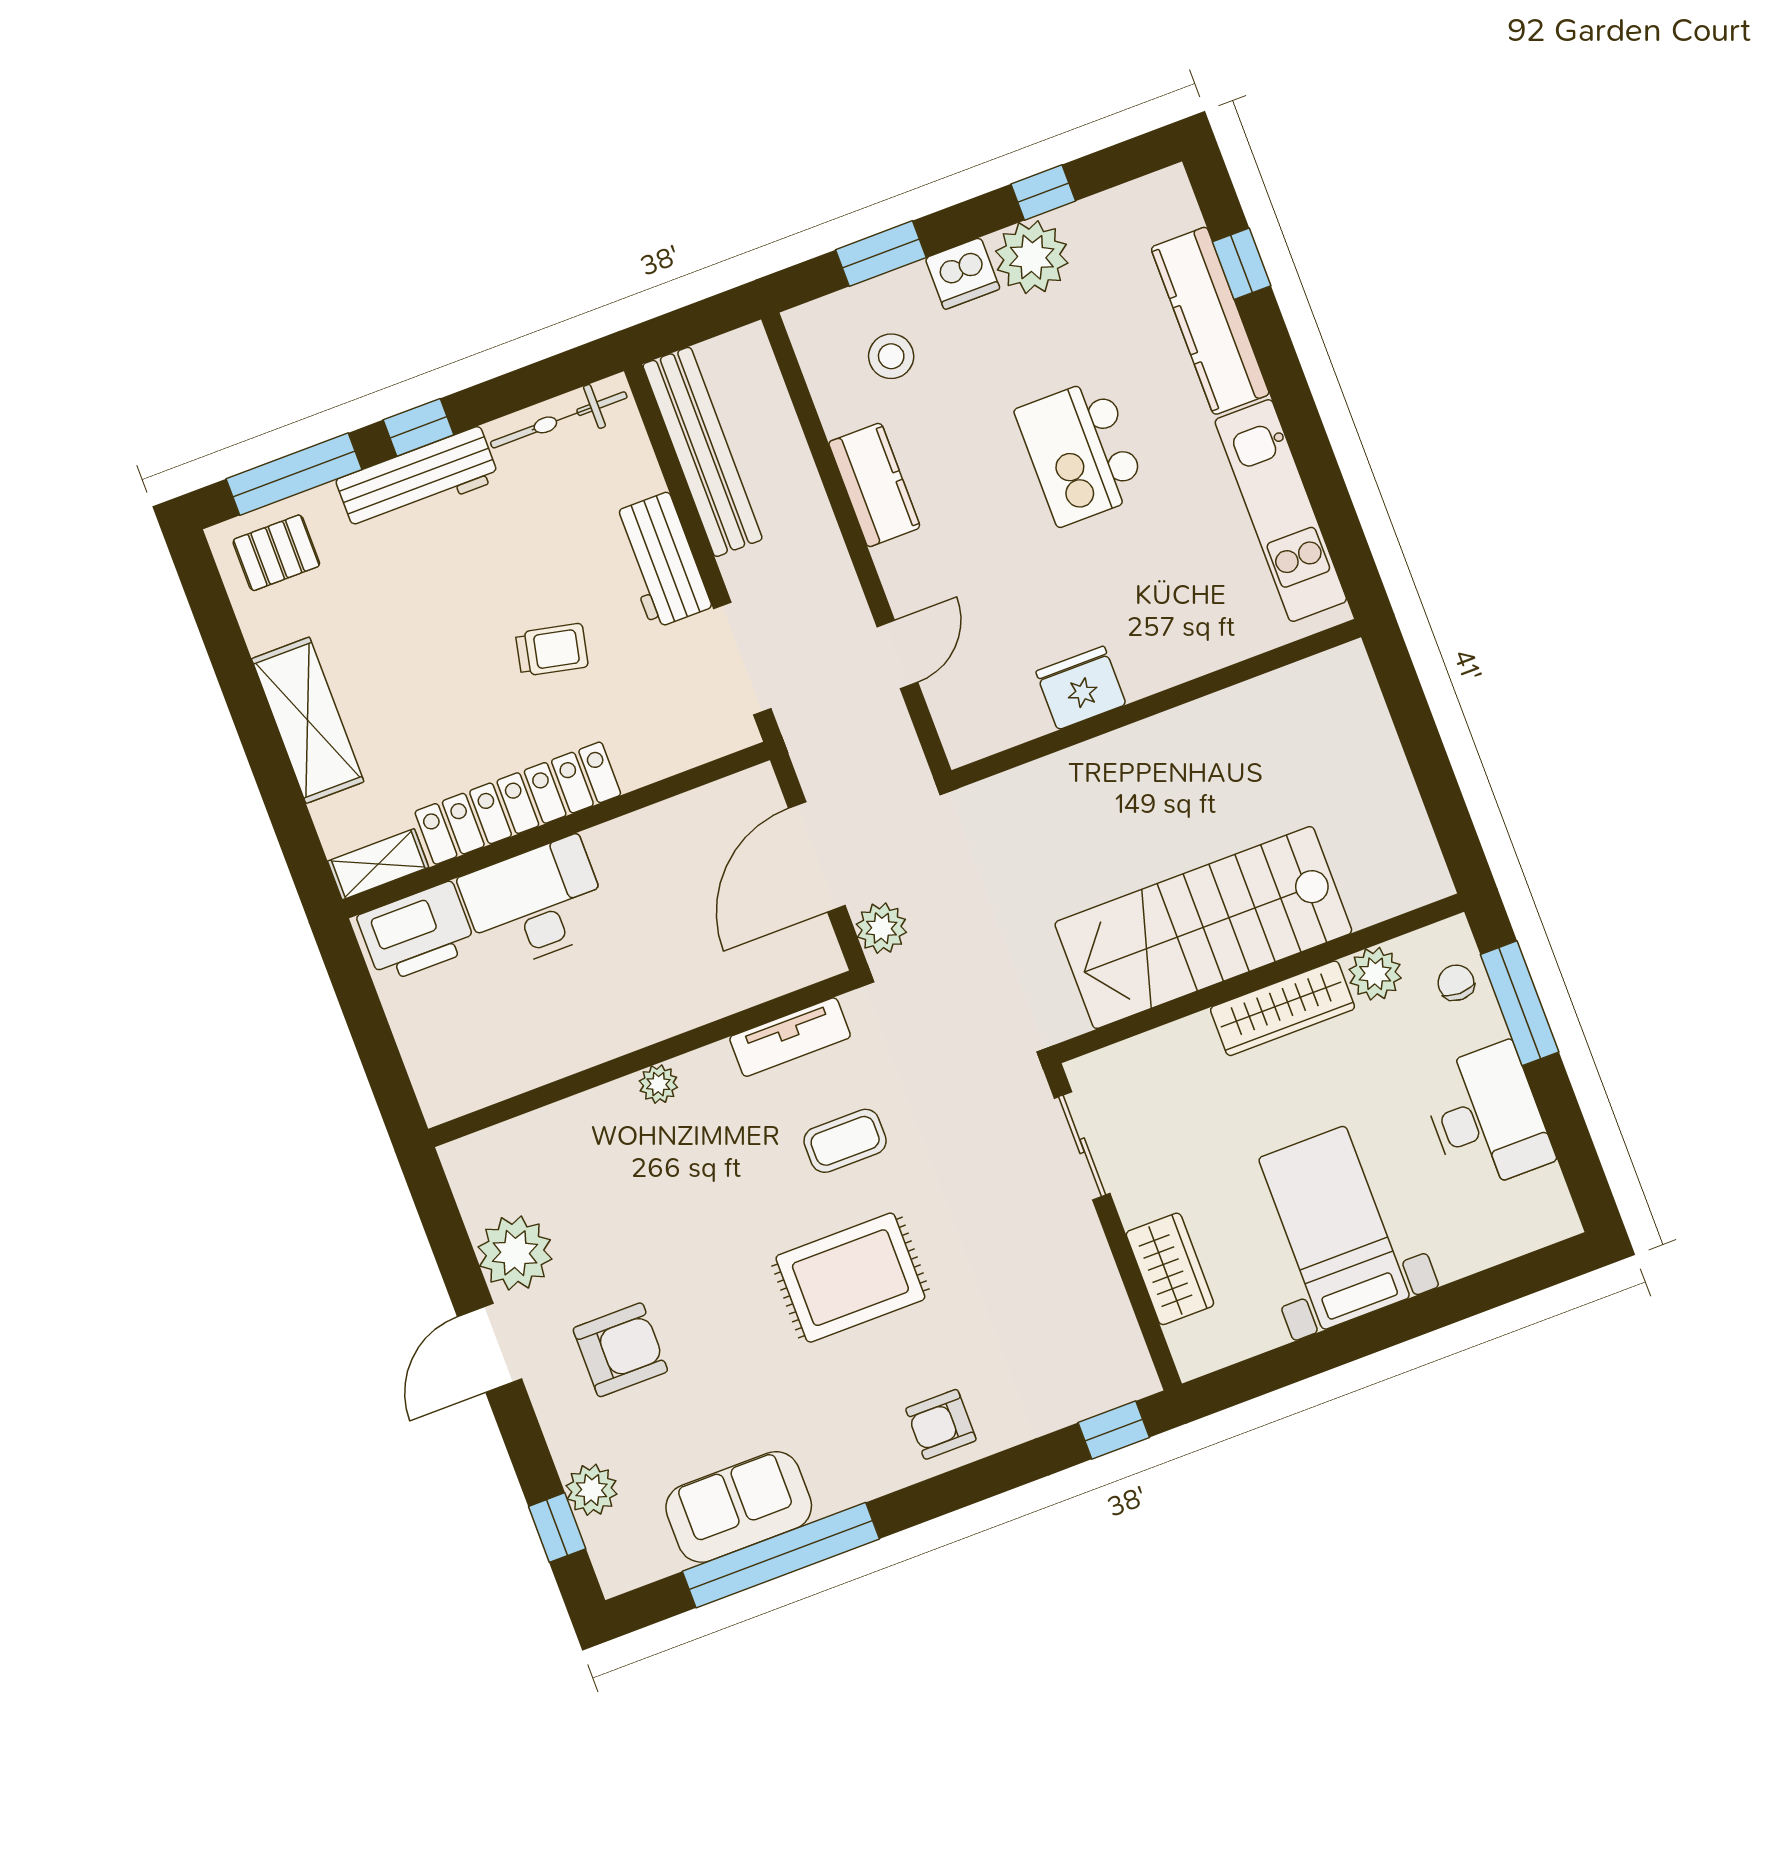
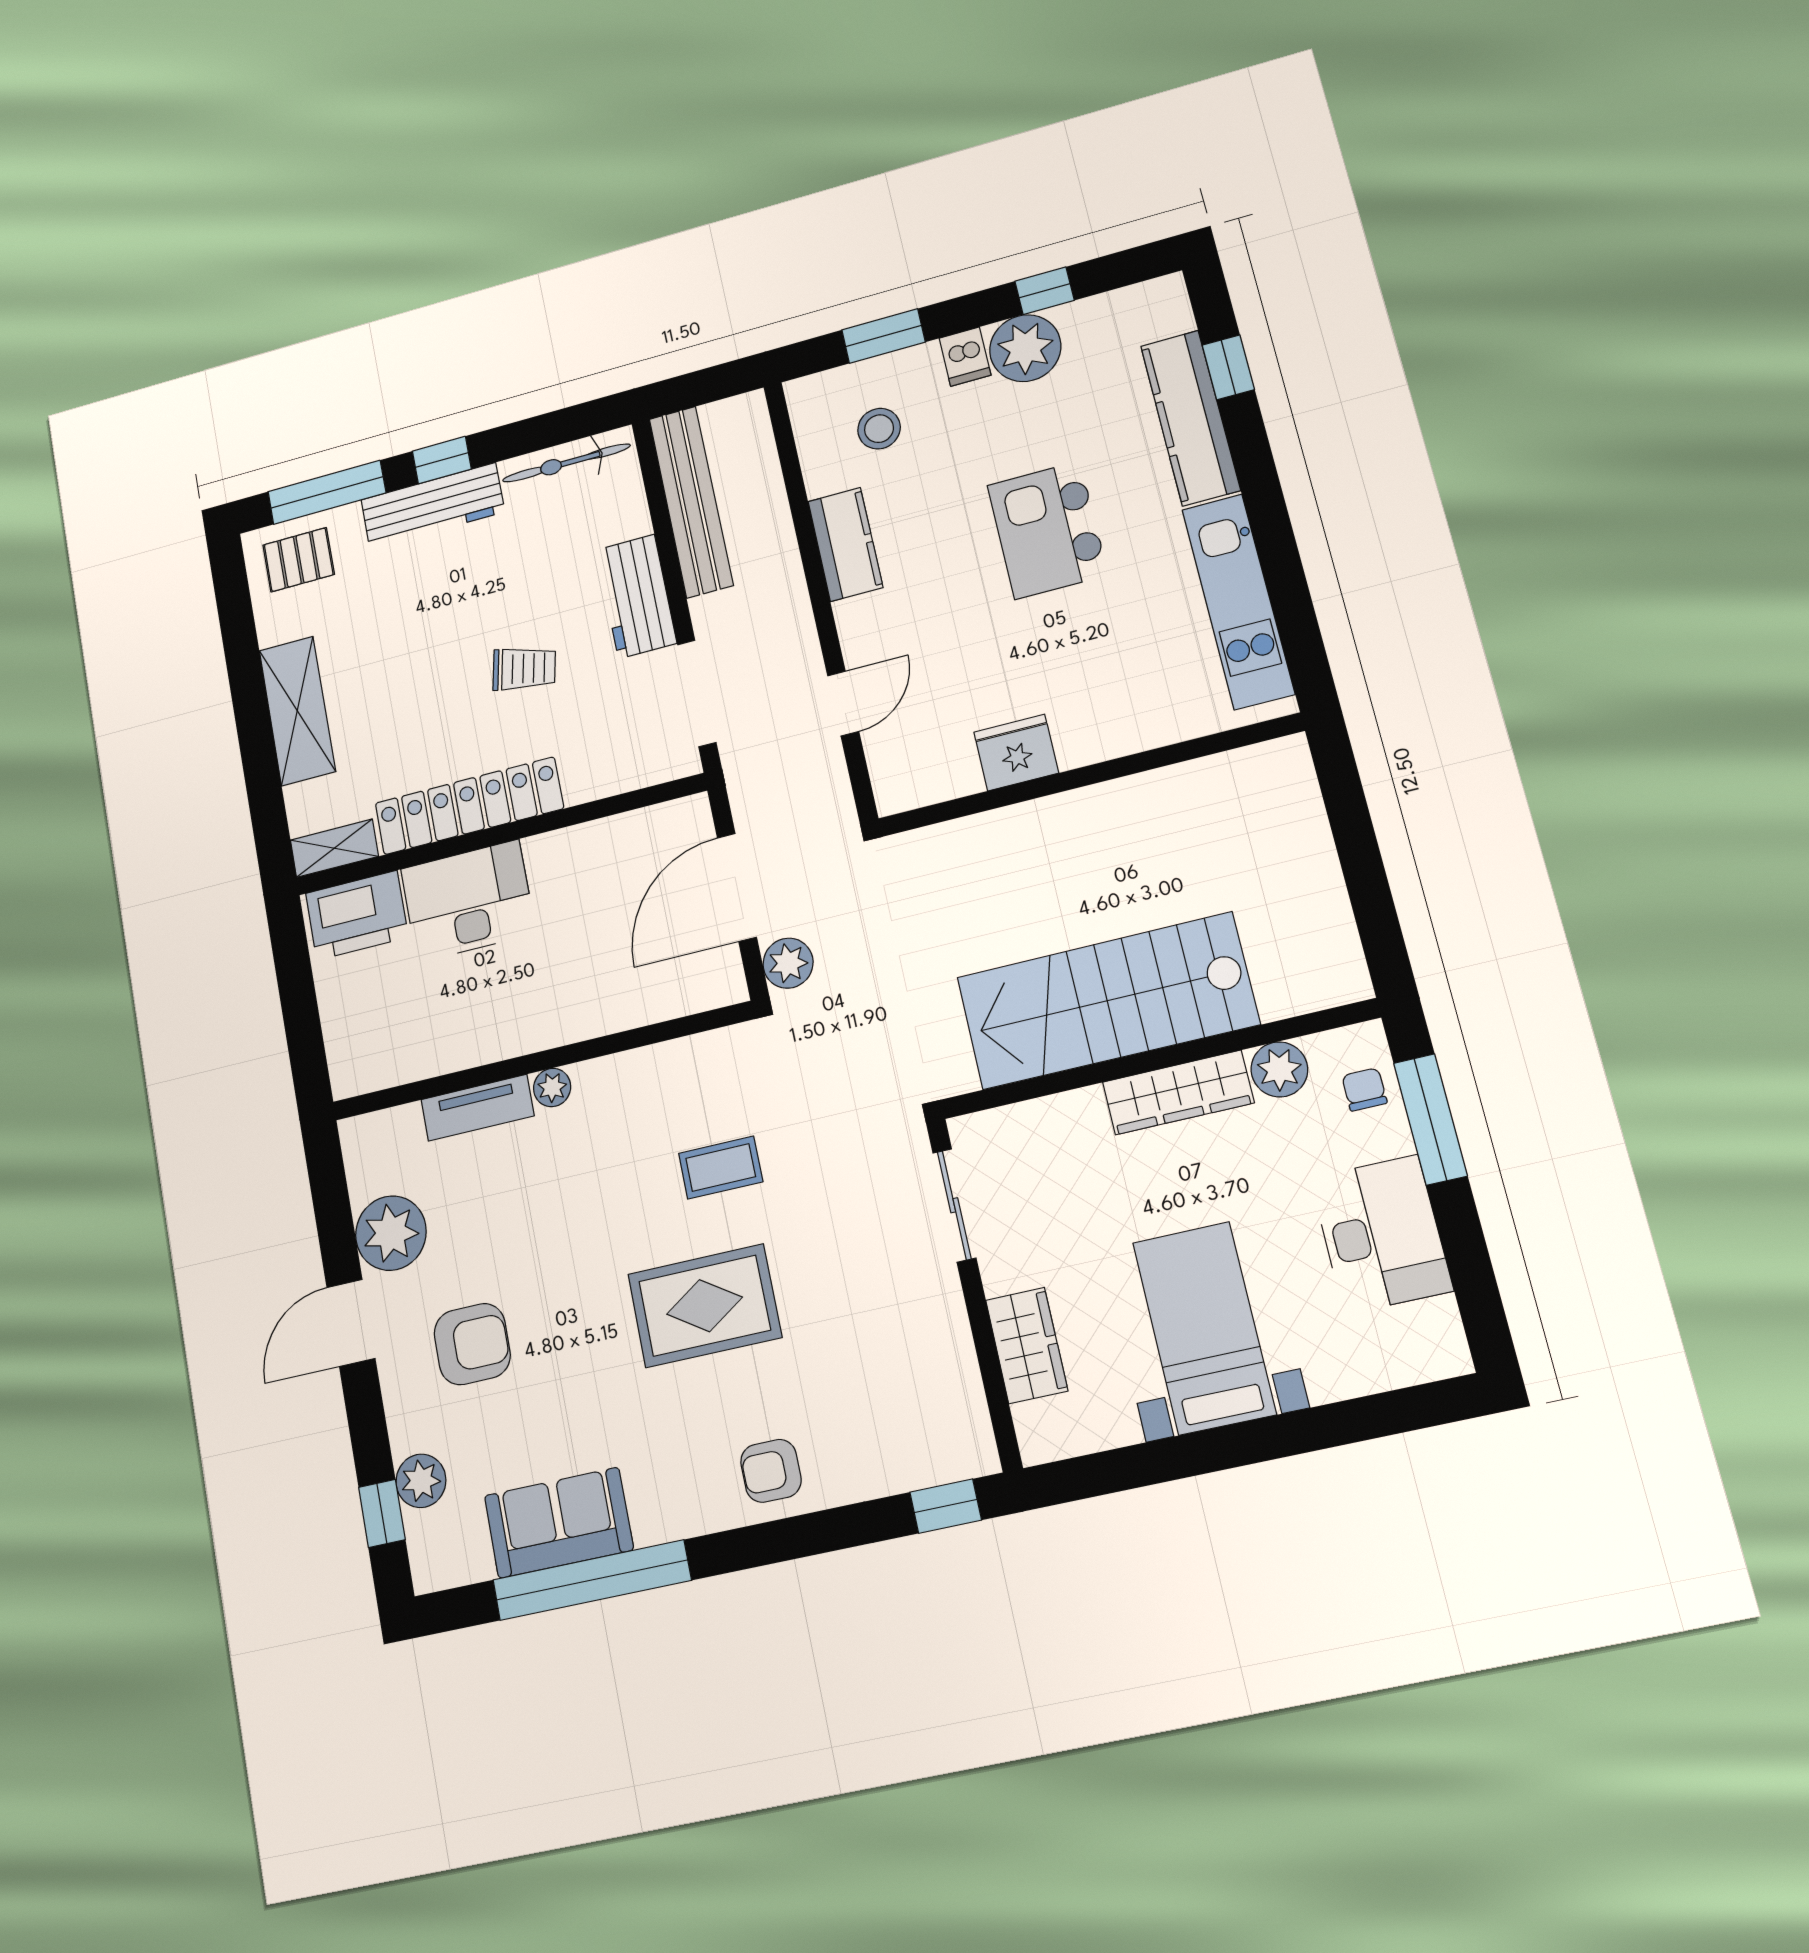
dishwasher: (963, 274) -> (965, 357), width x0.73
tv unit: (790, 1037) -> (478, 1108), moved

